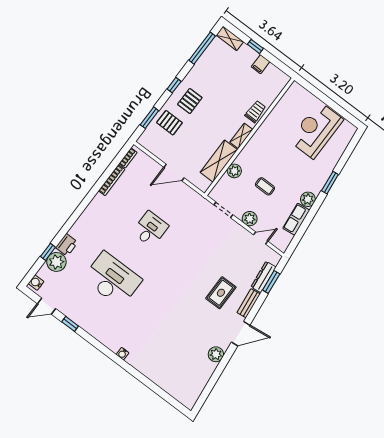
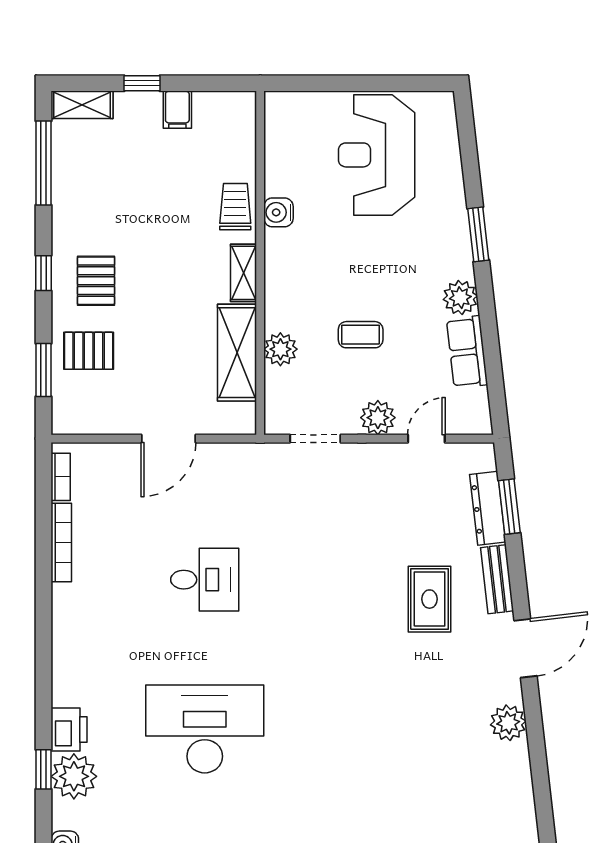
water cooler: (268, 124) -> (278, 212), added
desk: (150, 229) -> (205, 580), turned 90

